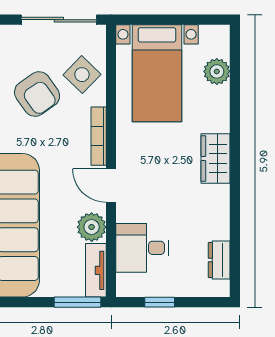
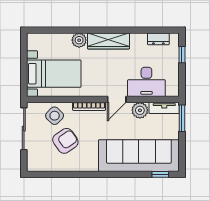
plant: (217, 71) -> (79, 40), moved
wardrobe: (216, 158) -> (109, 41), width x1.50
desk: (142, 248) -> (146, 82), width x1.37
window: (160, 302) -> (182, 55), moved

